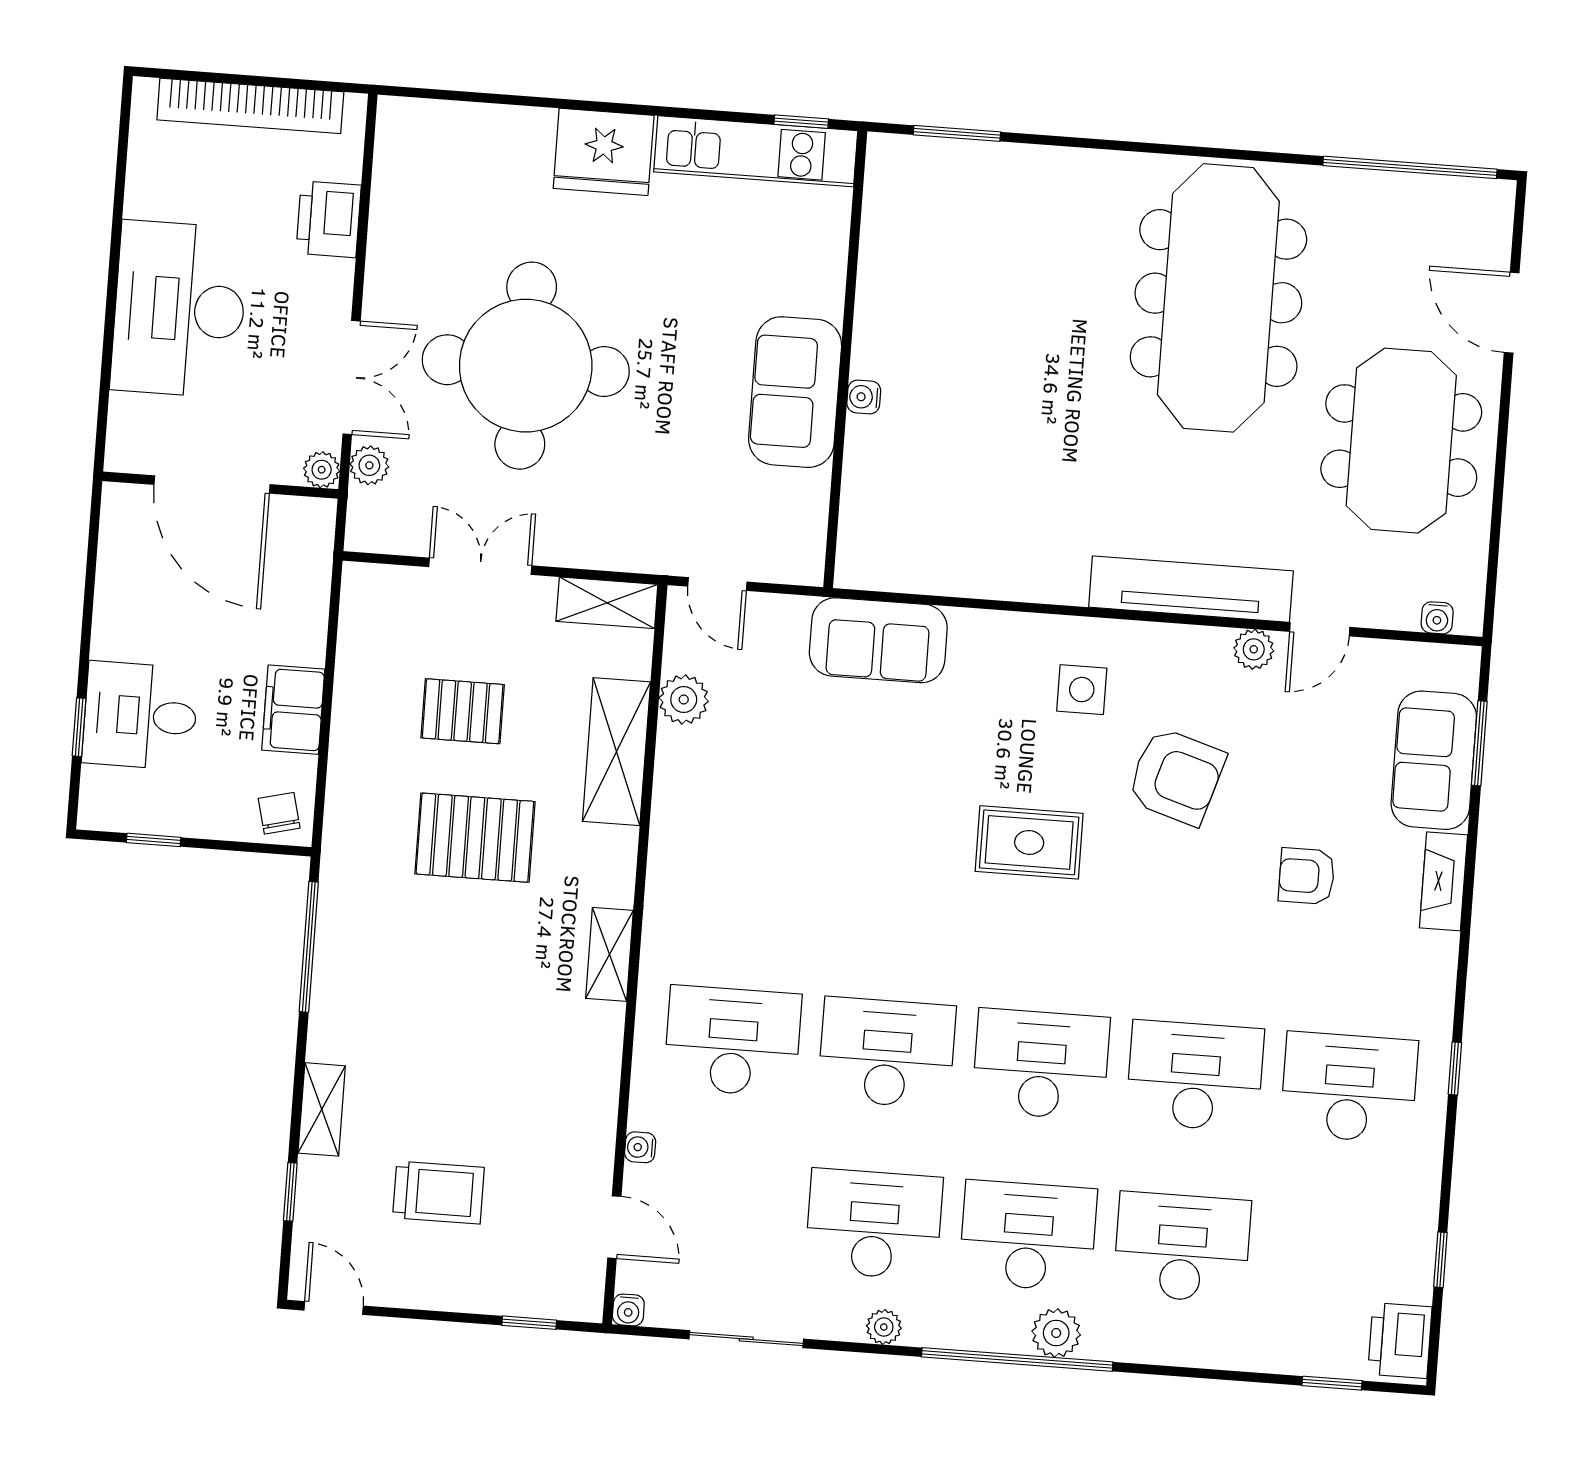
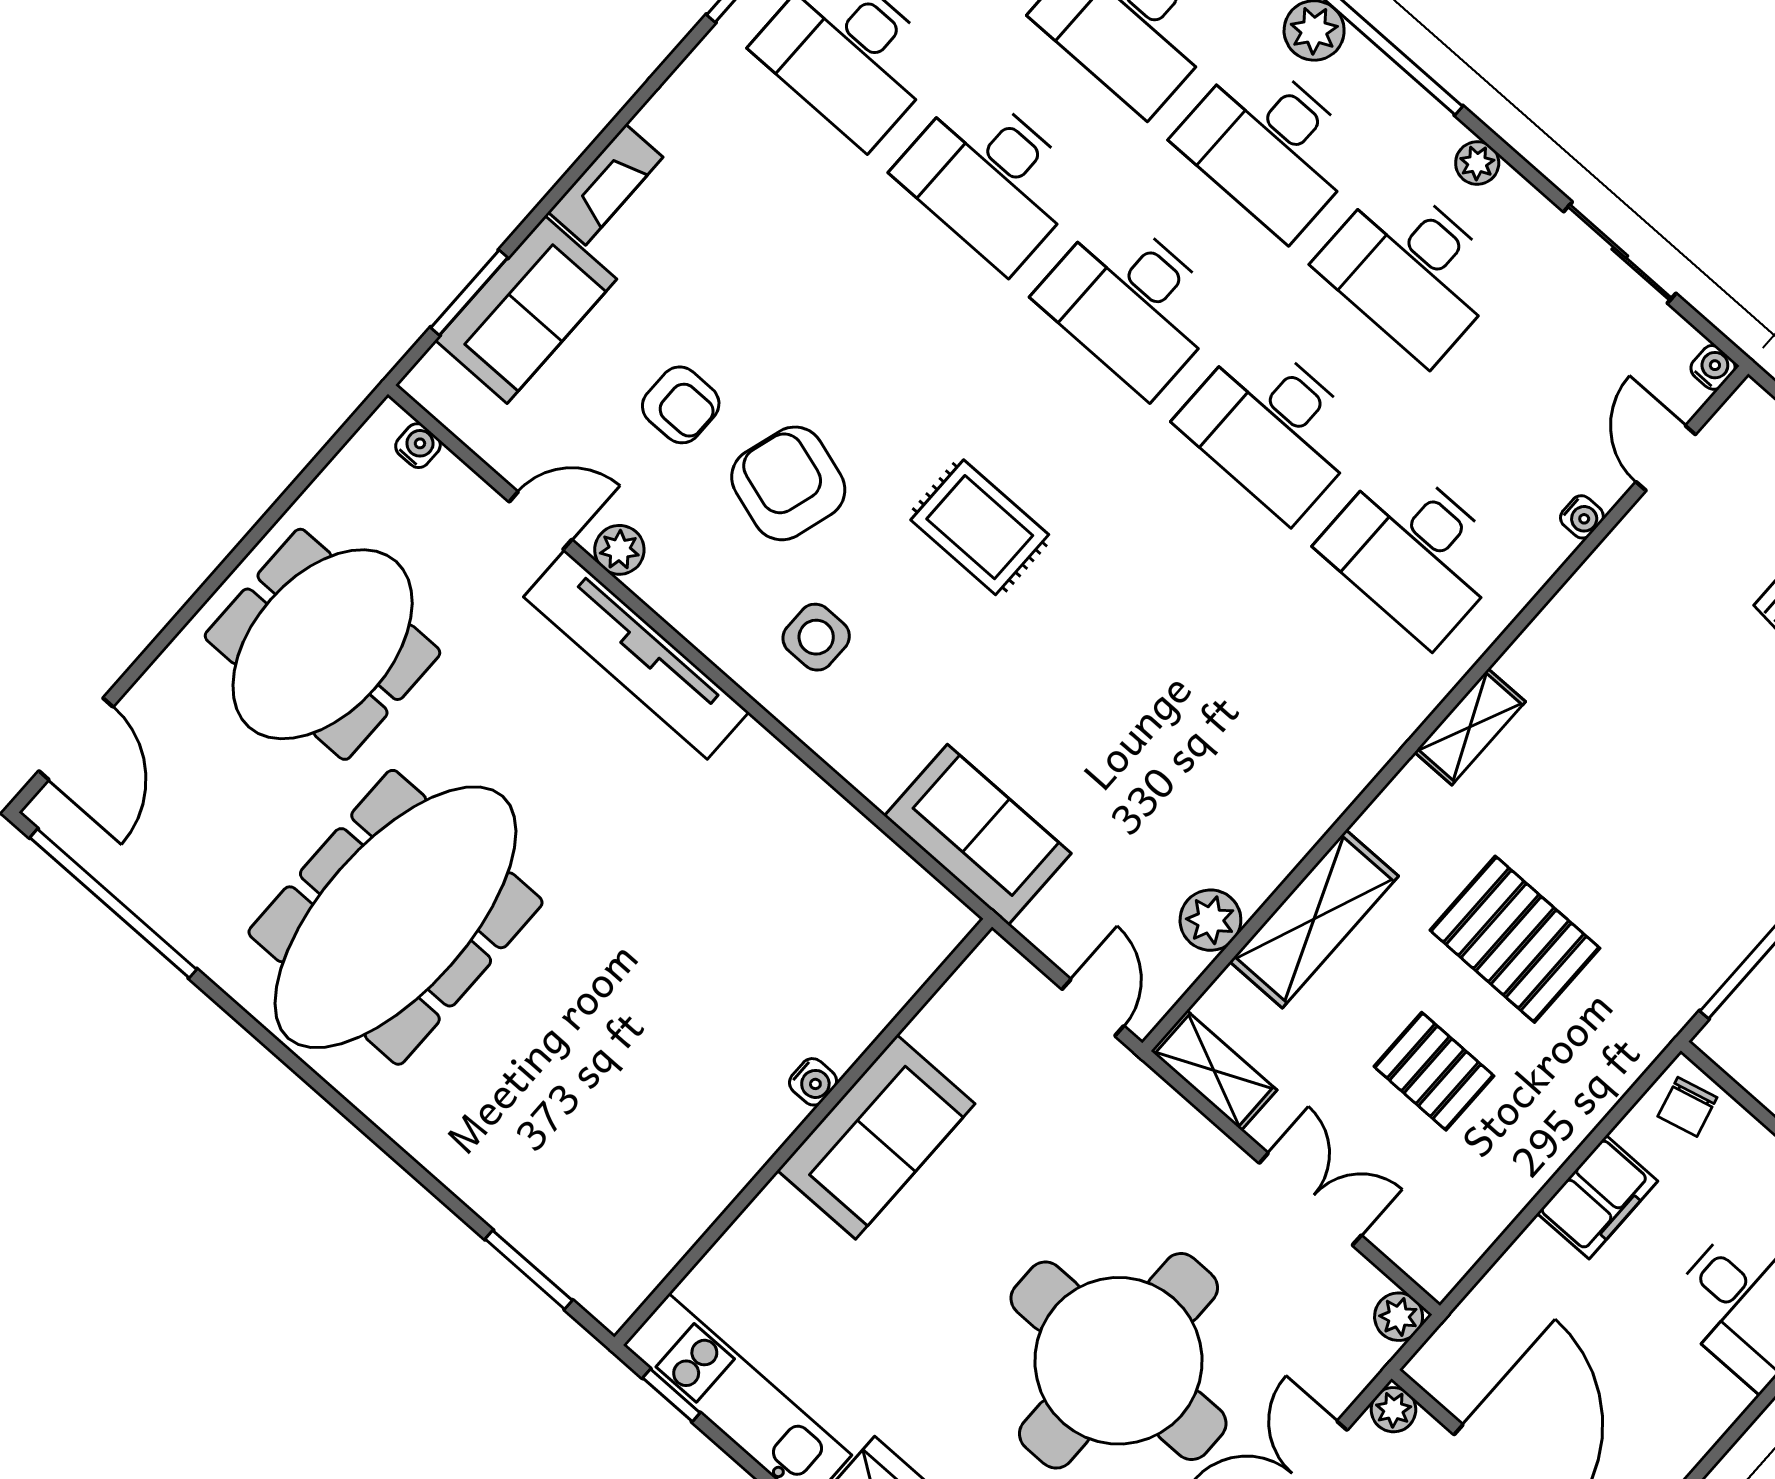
door: (1512, 313) -> (76, 739), moved
plant: (369, 465) -> (1399, 1317), moved
double door: (480, 566) -> (1310, 1199), swing flipped
armchair: (1307, 876) -> (681, 405), moved

